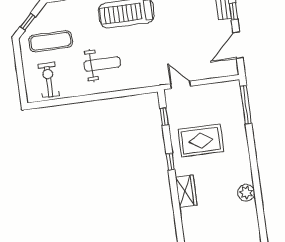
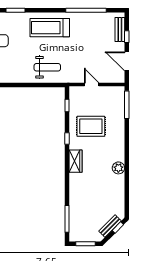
door: (238, 45) -> (127, 61), hinge flipped
weight bench: (102, 64) -> (47, 67), moved
door: (180, 85) -> (92, 84), moved

